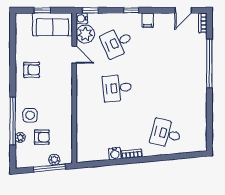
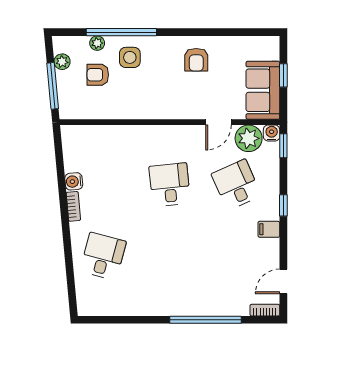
door: (183, 10) -> (283, 281), hinge flipped
armchair: (42, 137) -> (98, 75), turned 90
plant: (54, 160) -> (62, 62), moved

